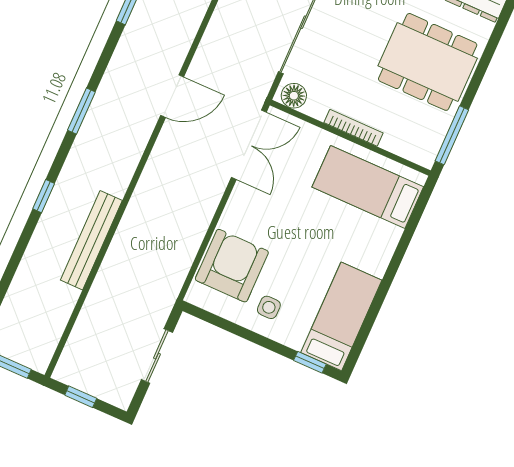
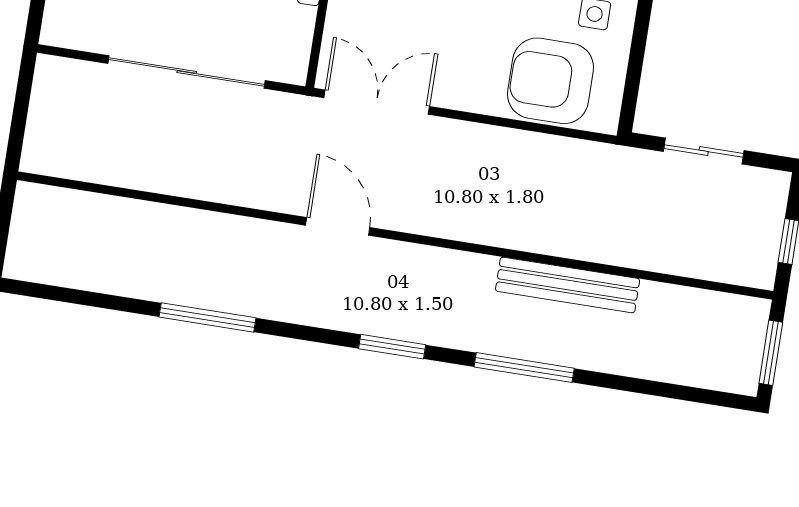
floor lamp: (294, 96) -> (292, 58), removed
window: (44, 196) -> (524, 368), width x2.17

